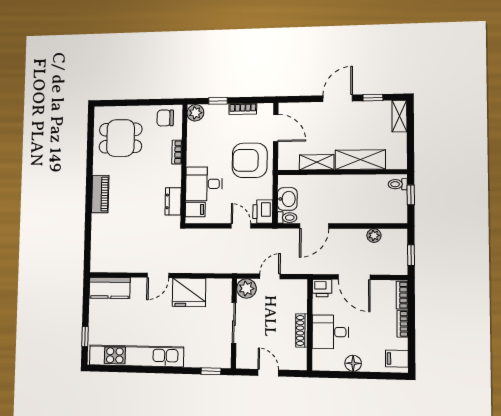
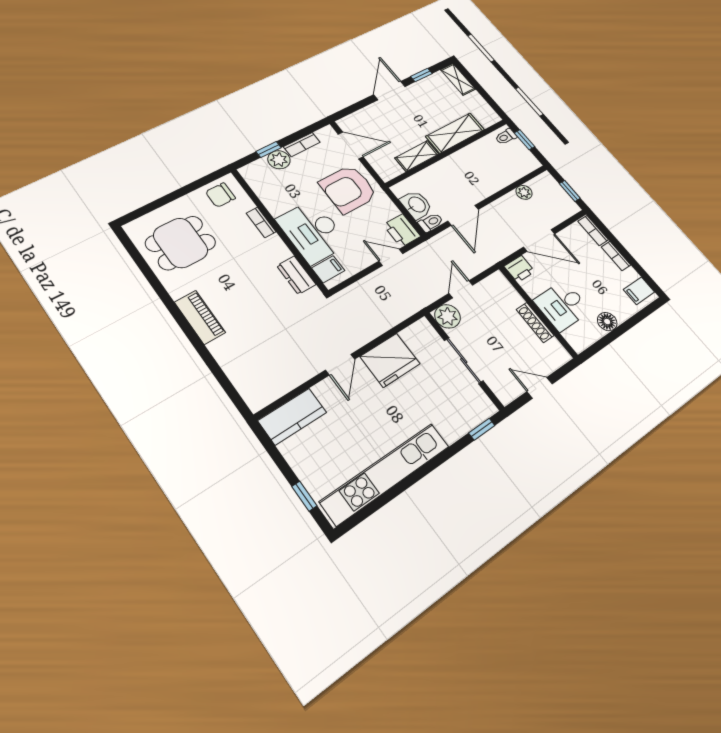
plant: (195, 113) -> (279, 160), moved
desk: (204, 184) -> (312, 232), width x1.37

